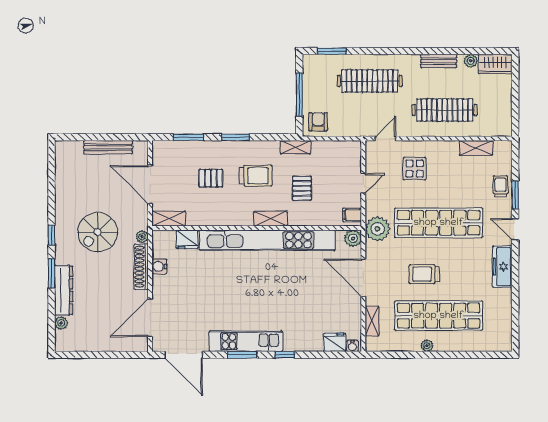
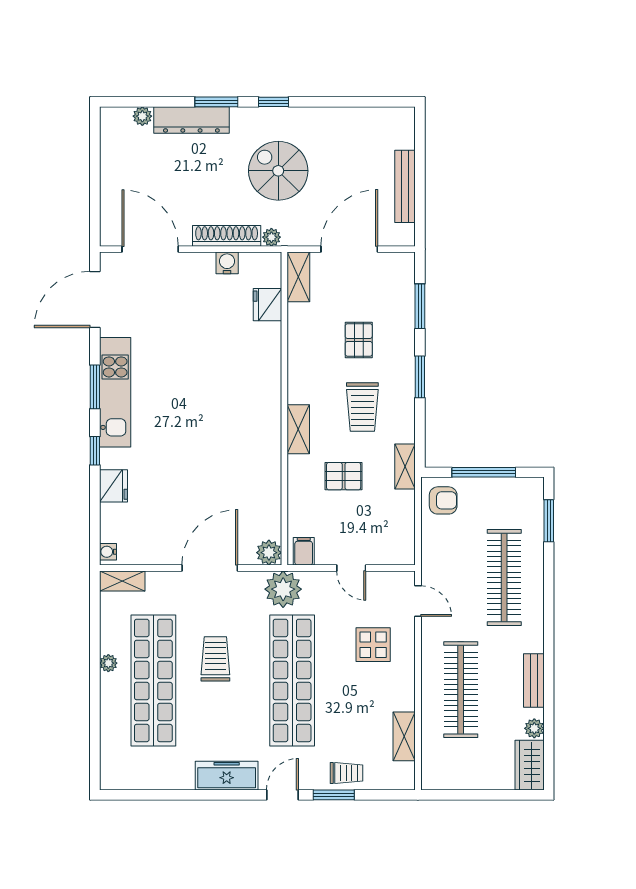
kitchen unit: (267, 240) -> (266, 424), removed
shelving: (372, 321) -> (122, 581), moved
fridge: (335, 342) -> (114, 486), moved

